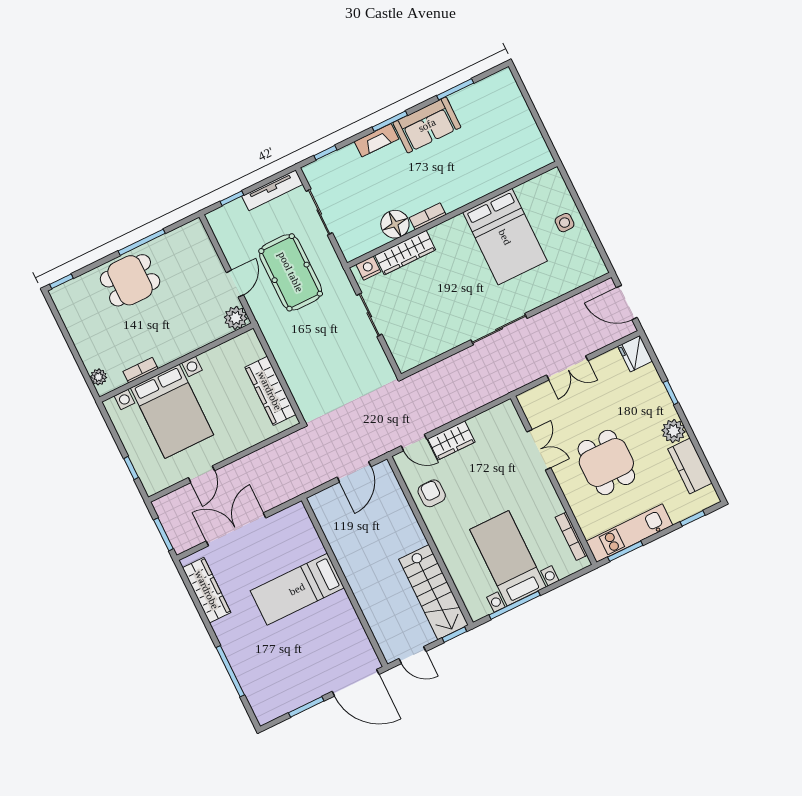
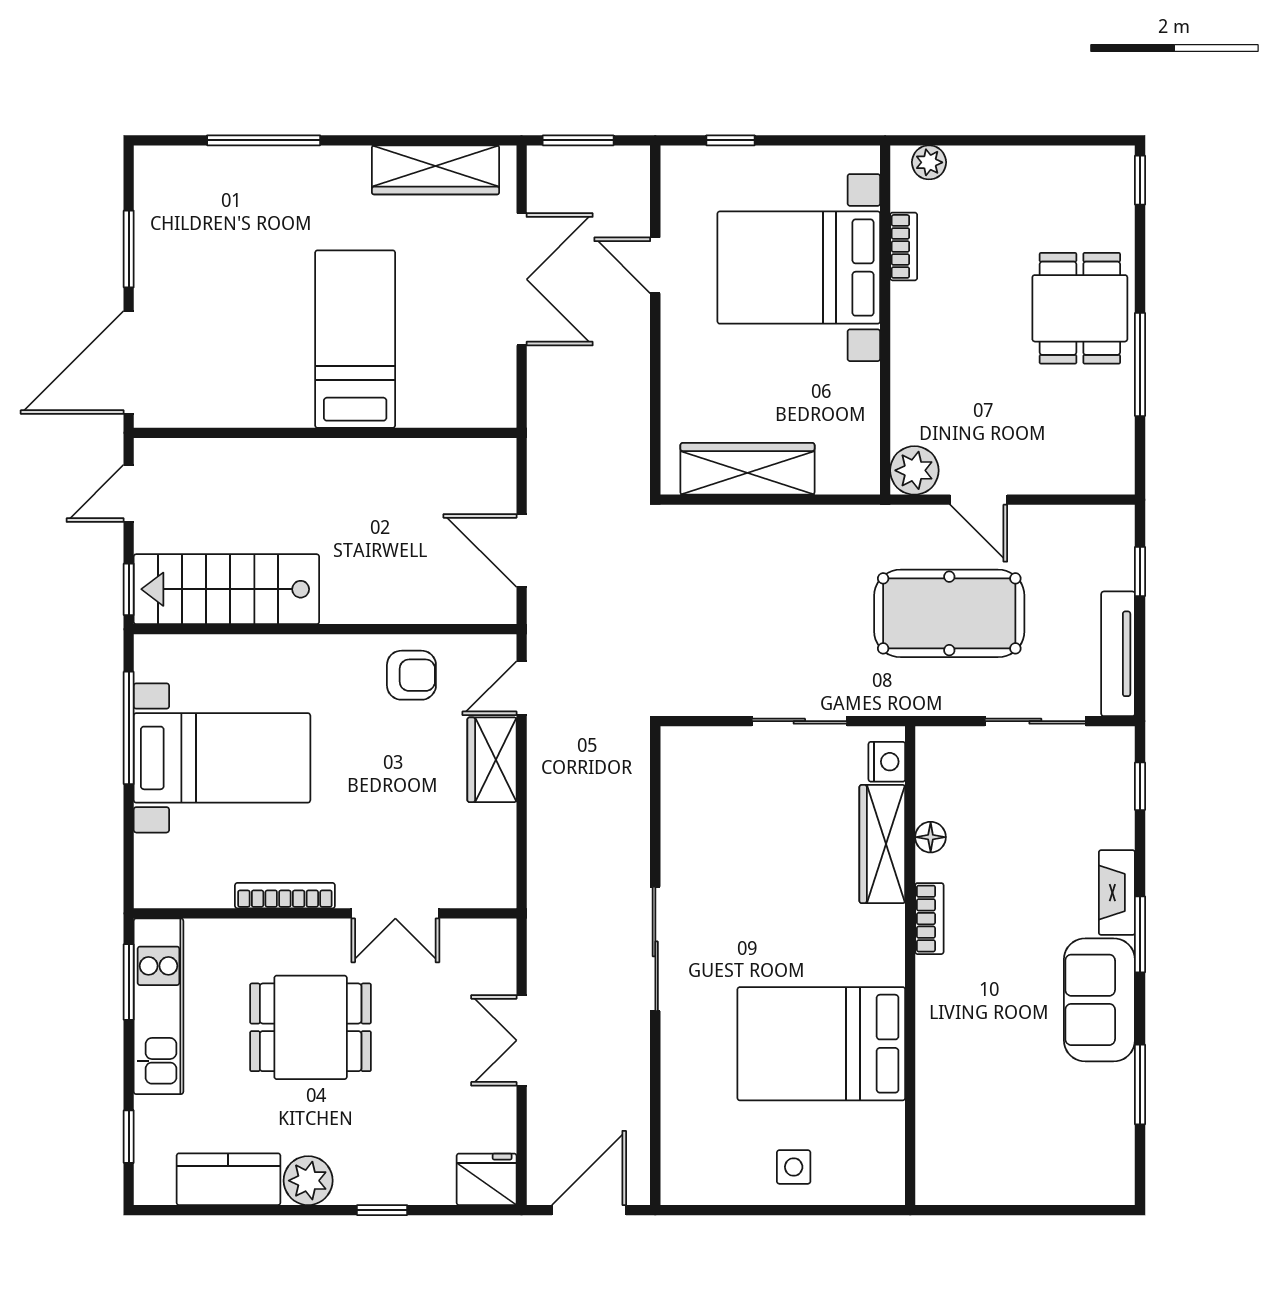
floor lamp: (395, 224) -> (931, 837), width x0.53, depth x0.53
bookcase: (571, 536) -> (285, 896), moved

